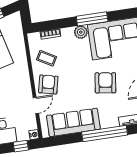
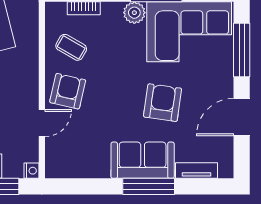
sofa: (73, 122) -> (143, 160), moved, width x0.73
window: (105, 134) -> (149, 186), width x0.68

